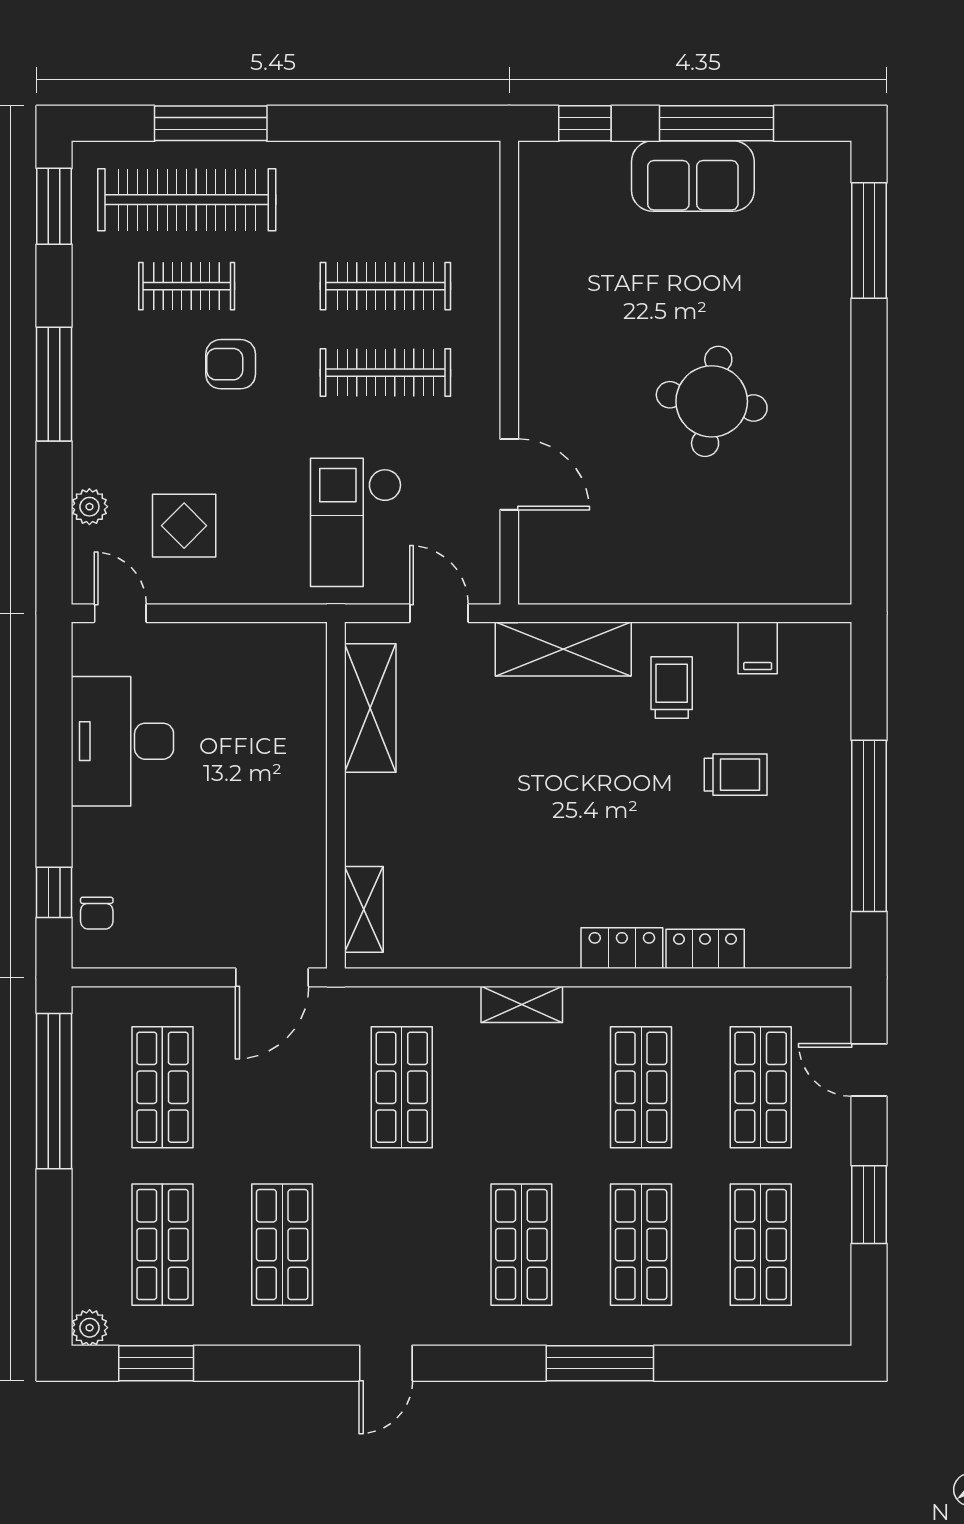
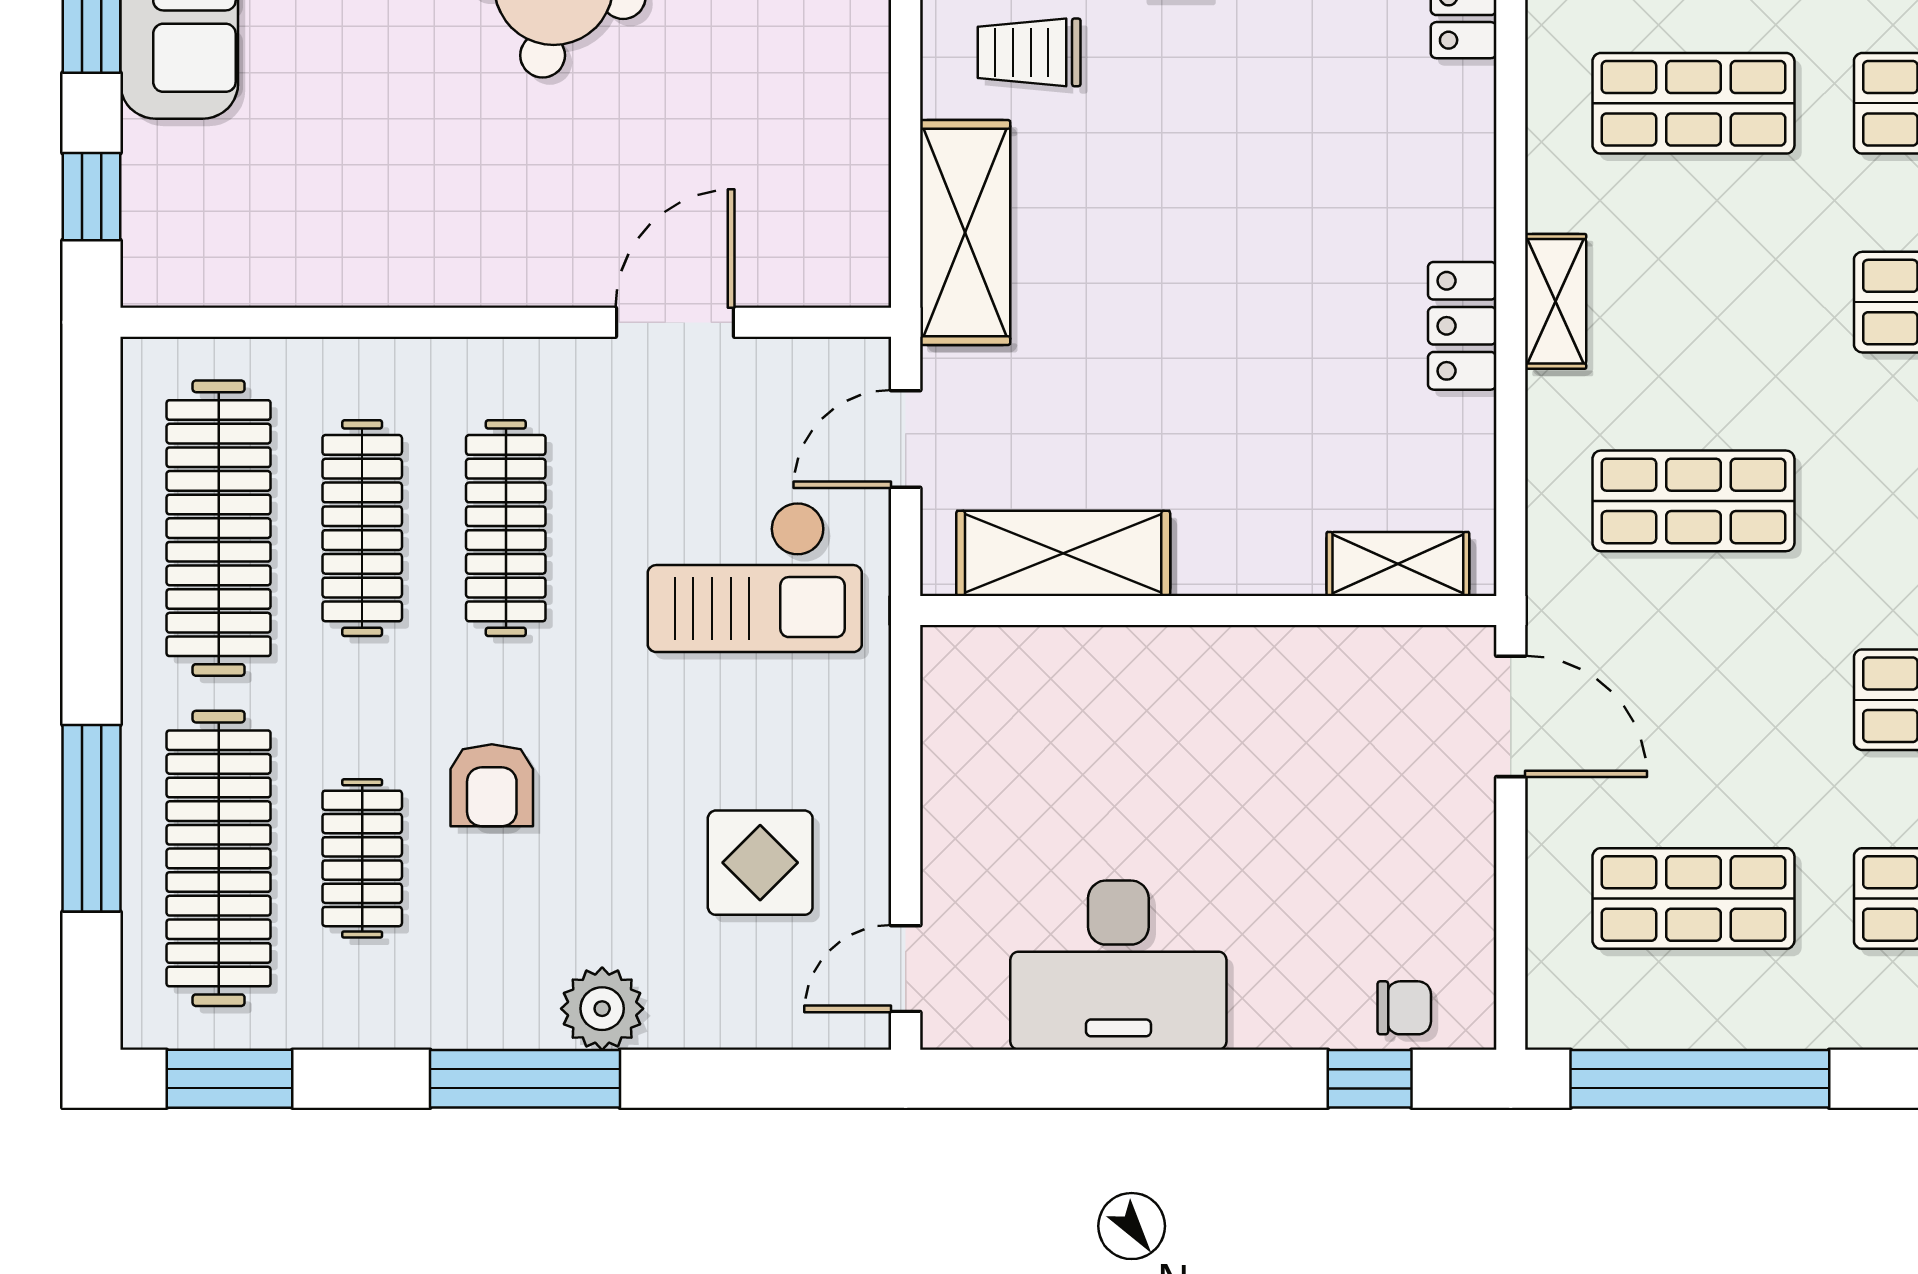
clothes rail: (385, 200) -> (219, 528), added
plant: (89, 507) -> (602, 1009), moved, width x1.38, depth x1.38
locker: (622, 948) -> (1462, 326), moved

